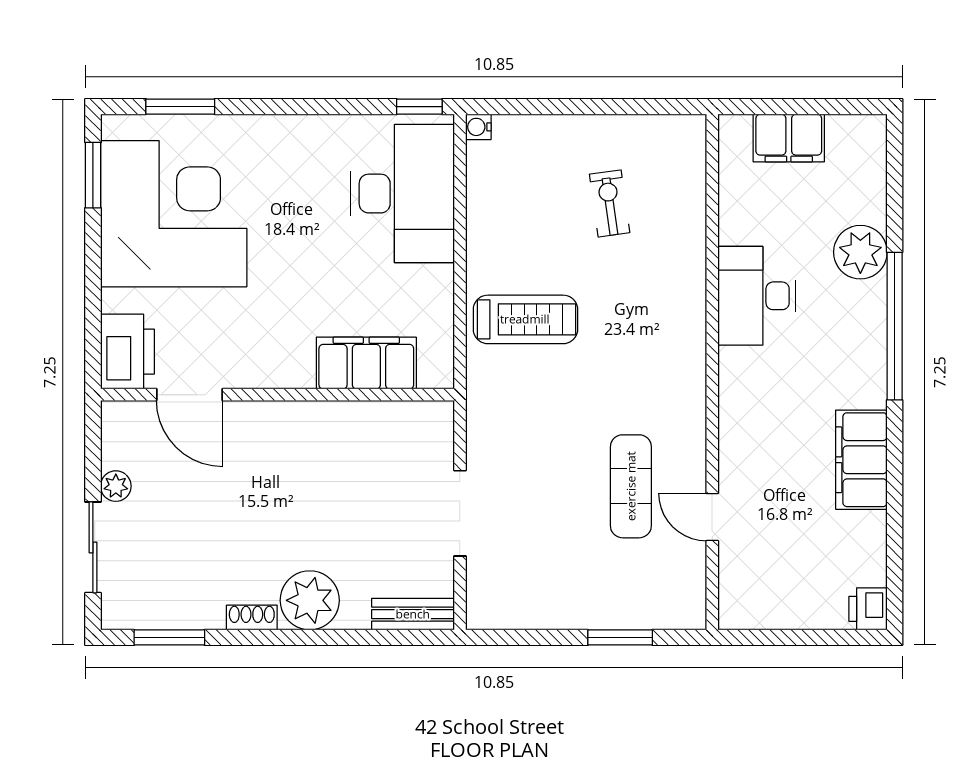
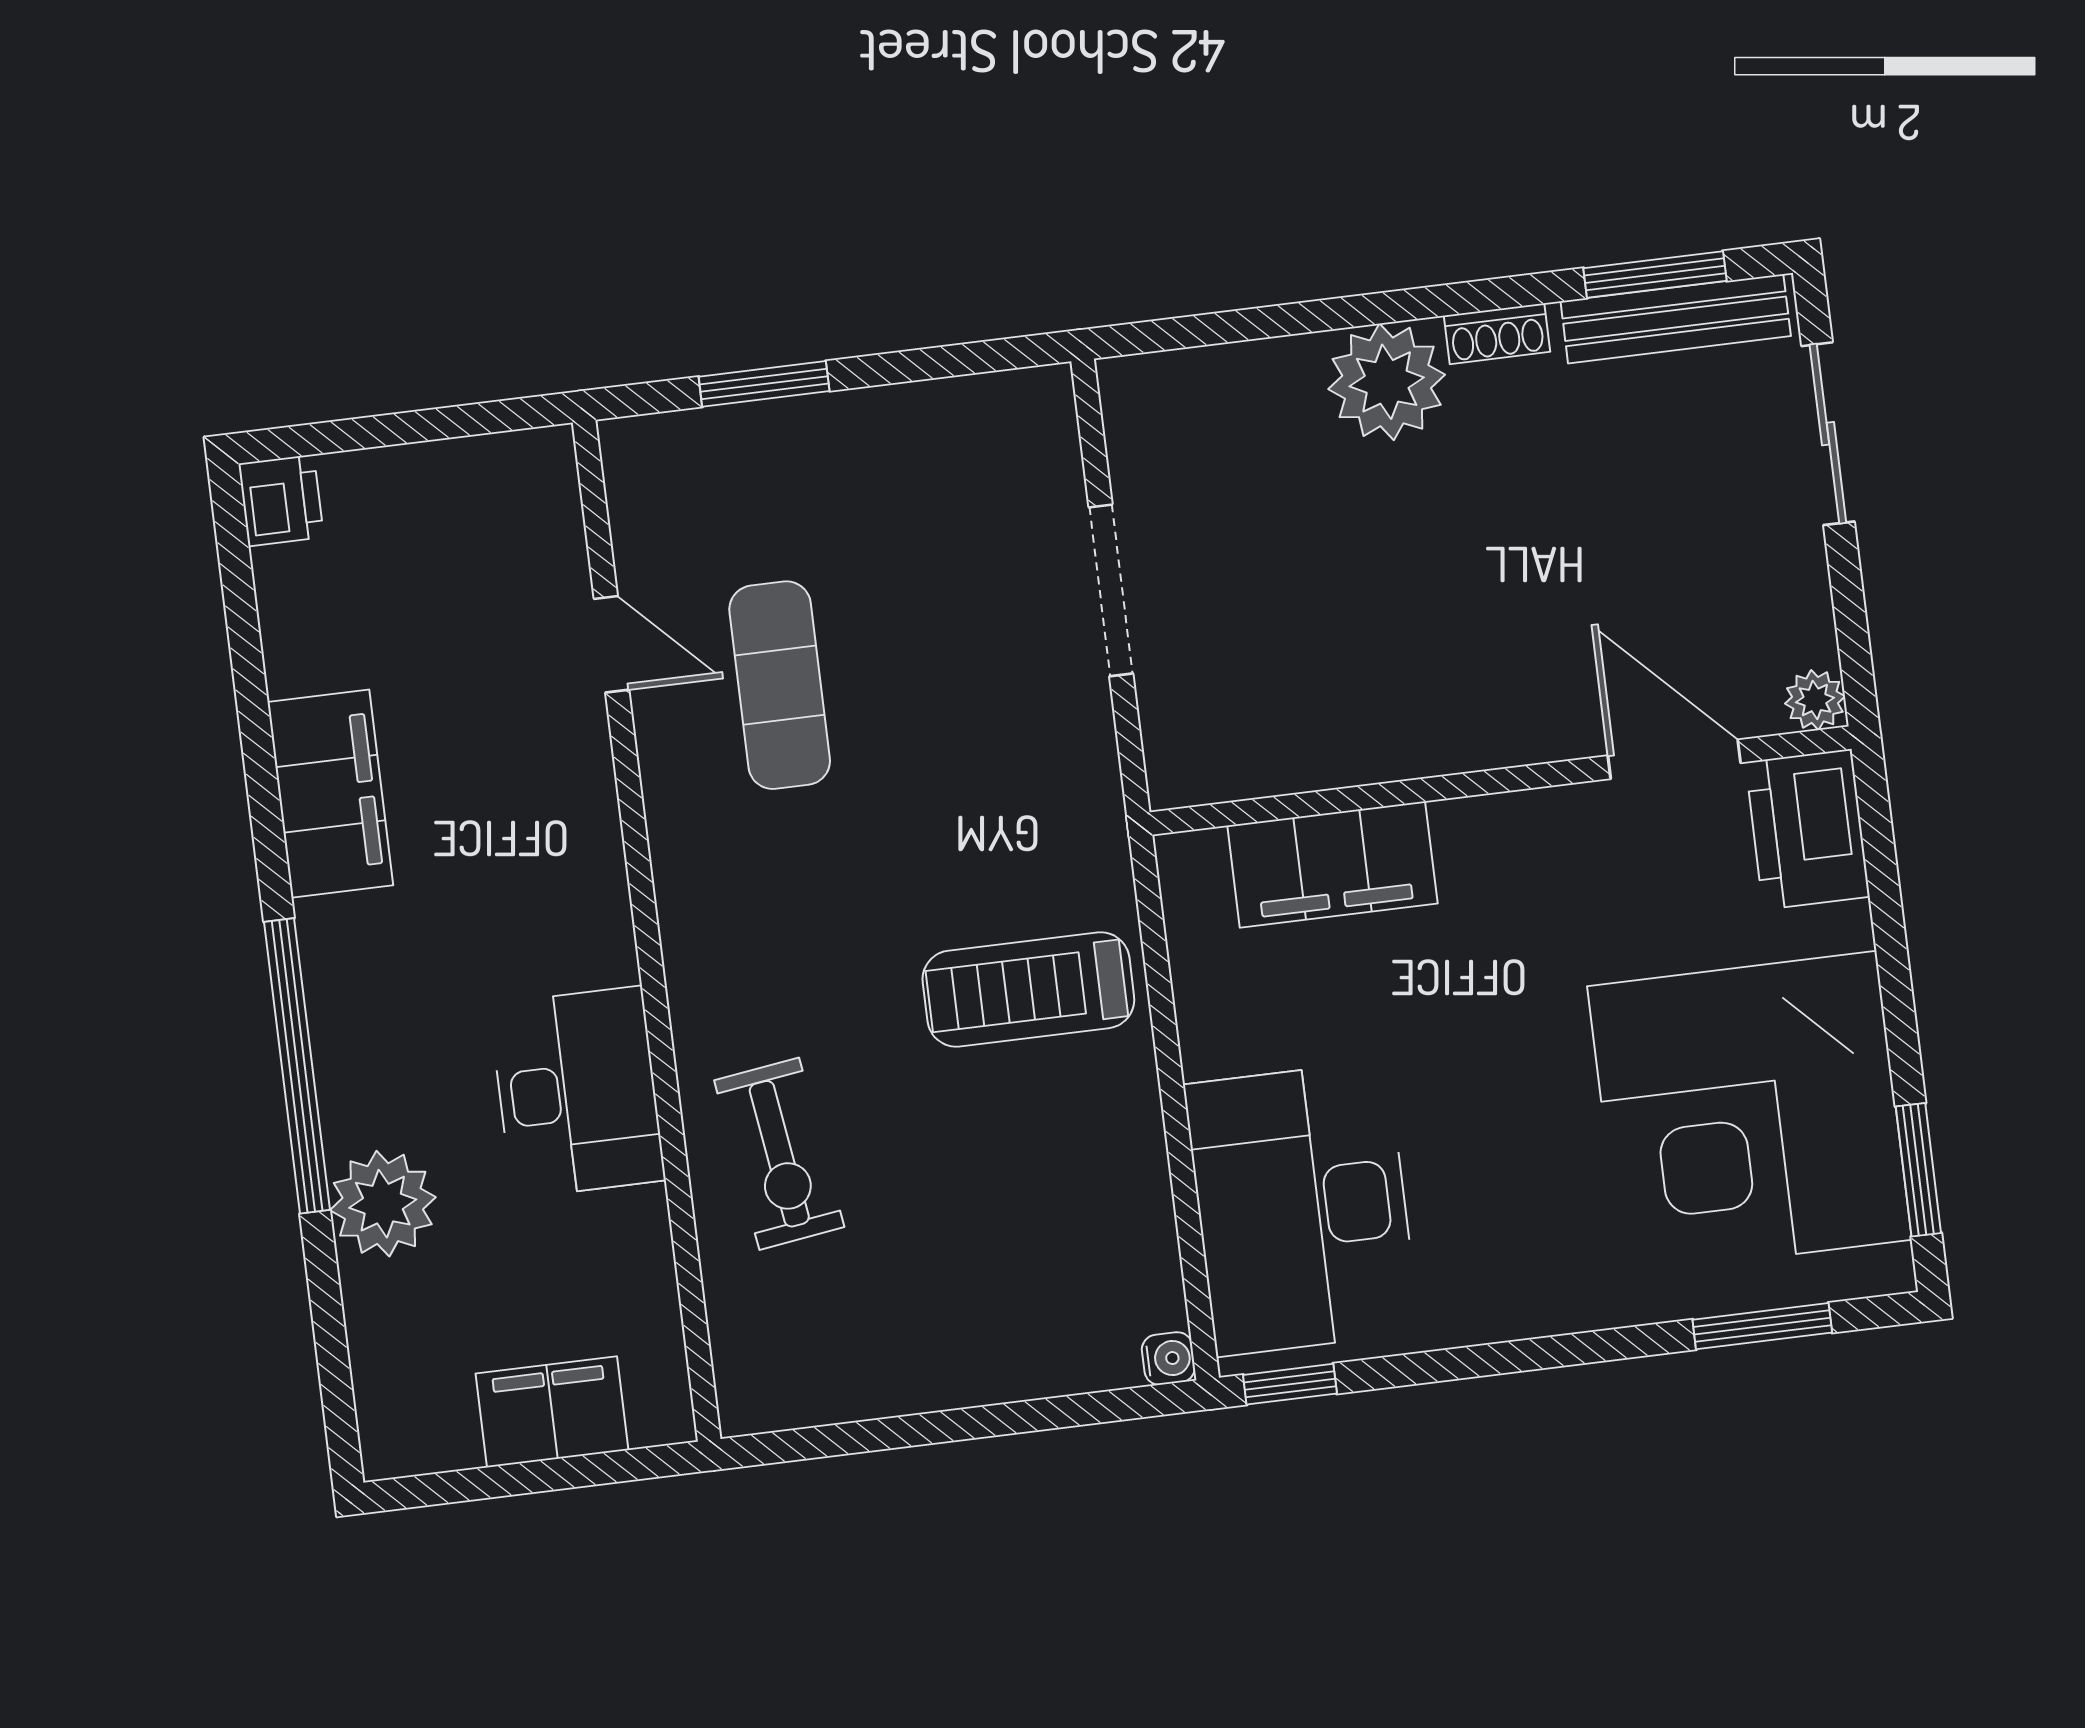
exercise bike: (610, 203) -> (779, 1154), moved, width x1.38, depth x1.39
plant: (116, 486) -> (1815, 700), moved
bench: (413, 614) -> (1676, 319), moved, width x1.36

